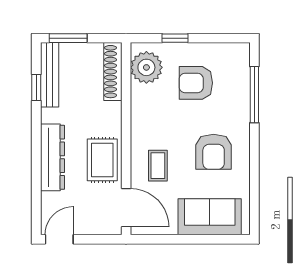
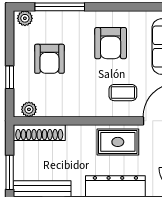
plant: (241, 55) -> (25, 18), added
plant: (146, 67) -> (29, 109), width x0.53, depth x0.53
armchair: (214, 152) -> (111, 43), turned 90

